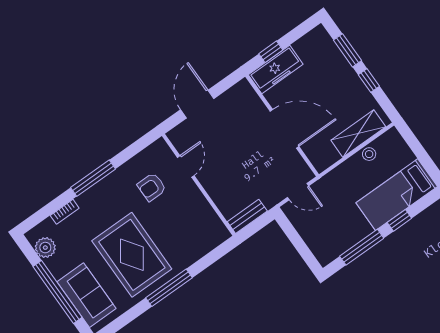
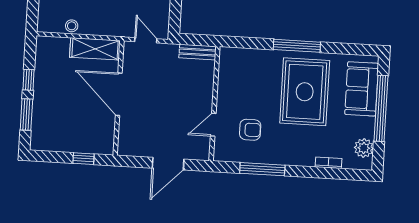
freezer: (276, 70) -> (90, 143), removed
shelving: (358, 134) -> (95, 49), moved
window: (93, 178) -> (262, 169), moved

